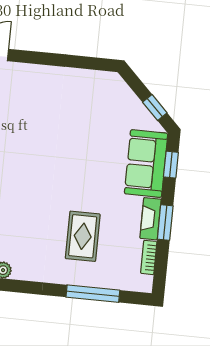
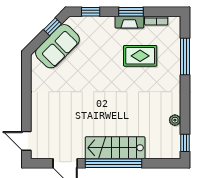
sofa: (146, 164) -> (57, 46), moved, turned -45
rug: (83, 236) -> (140, 56), moved

